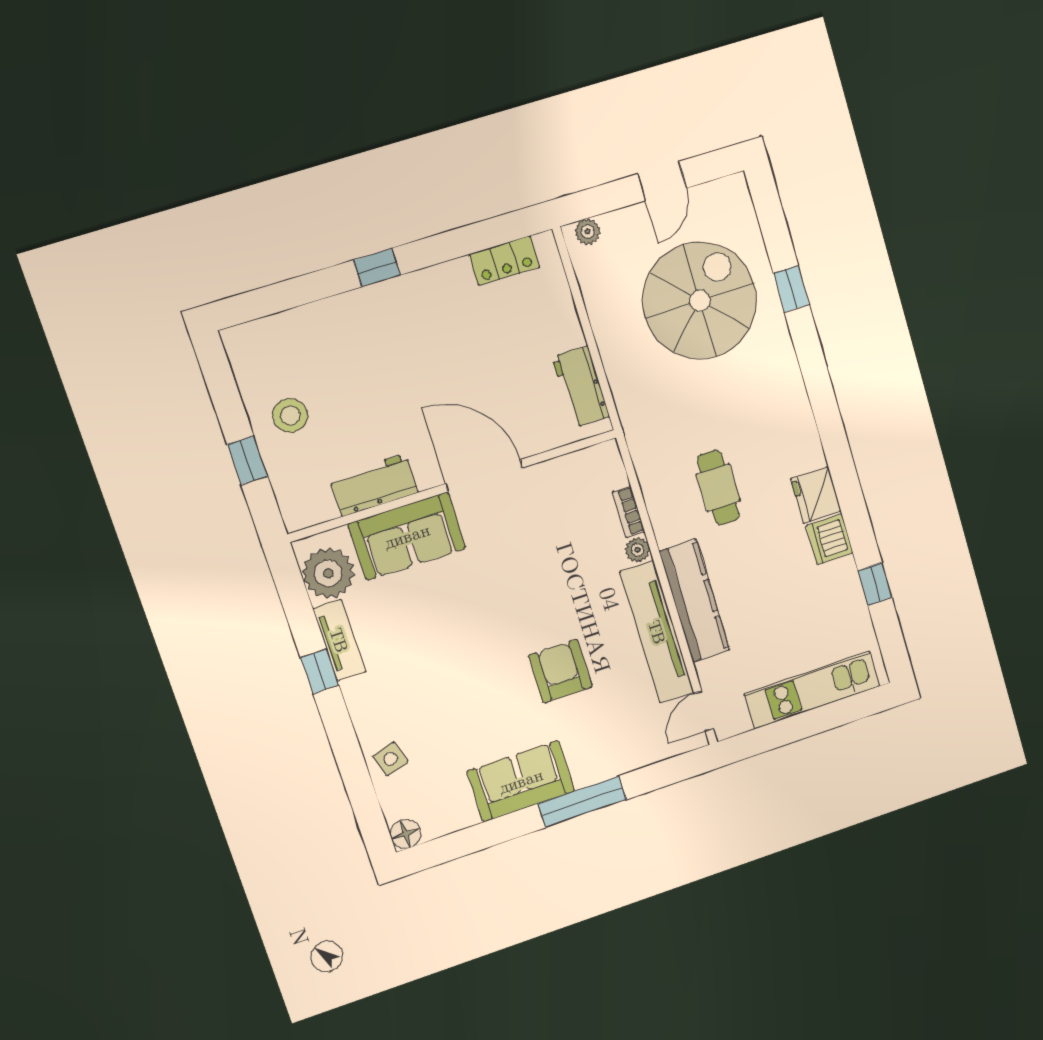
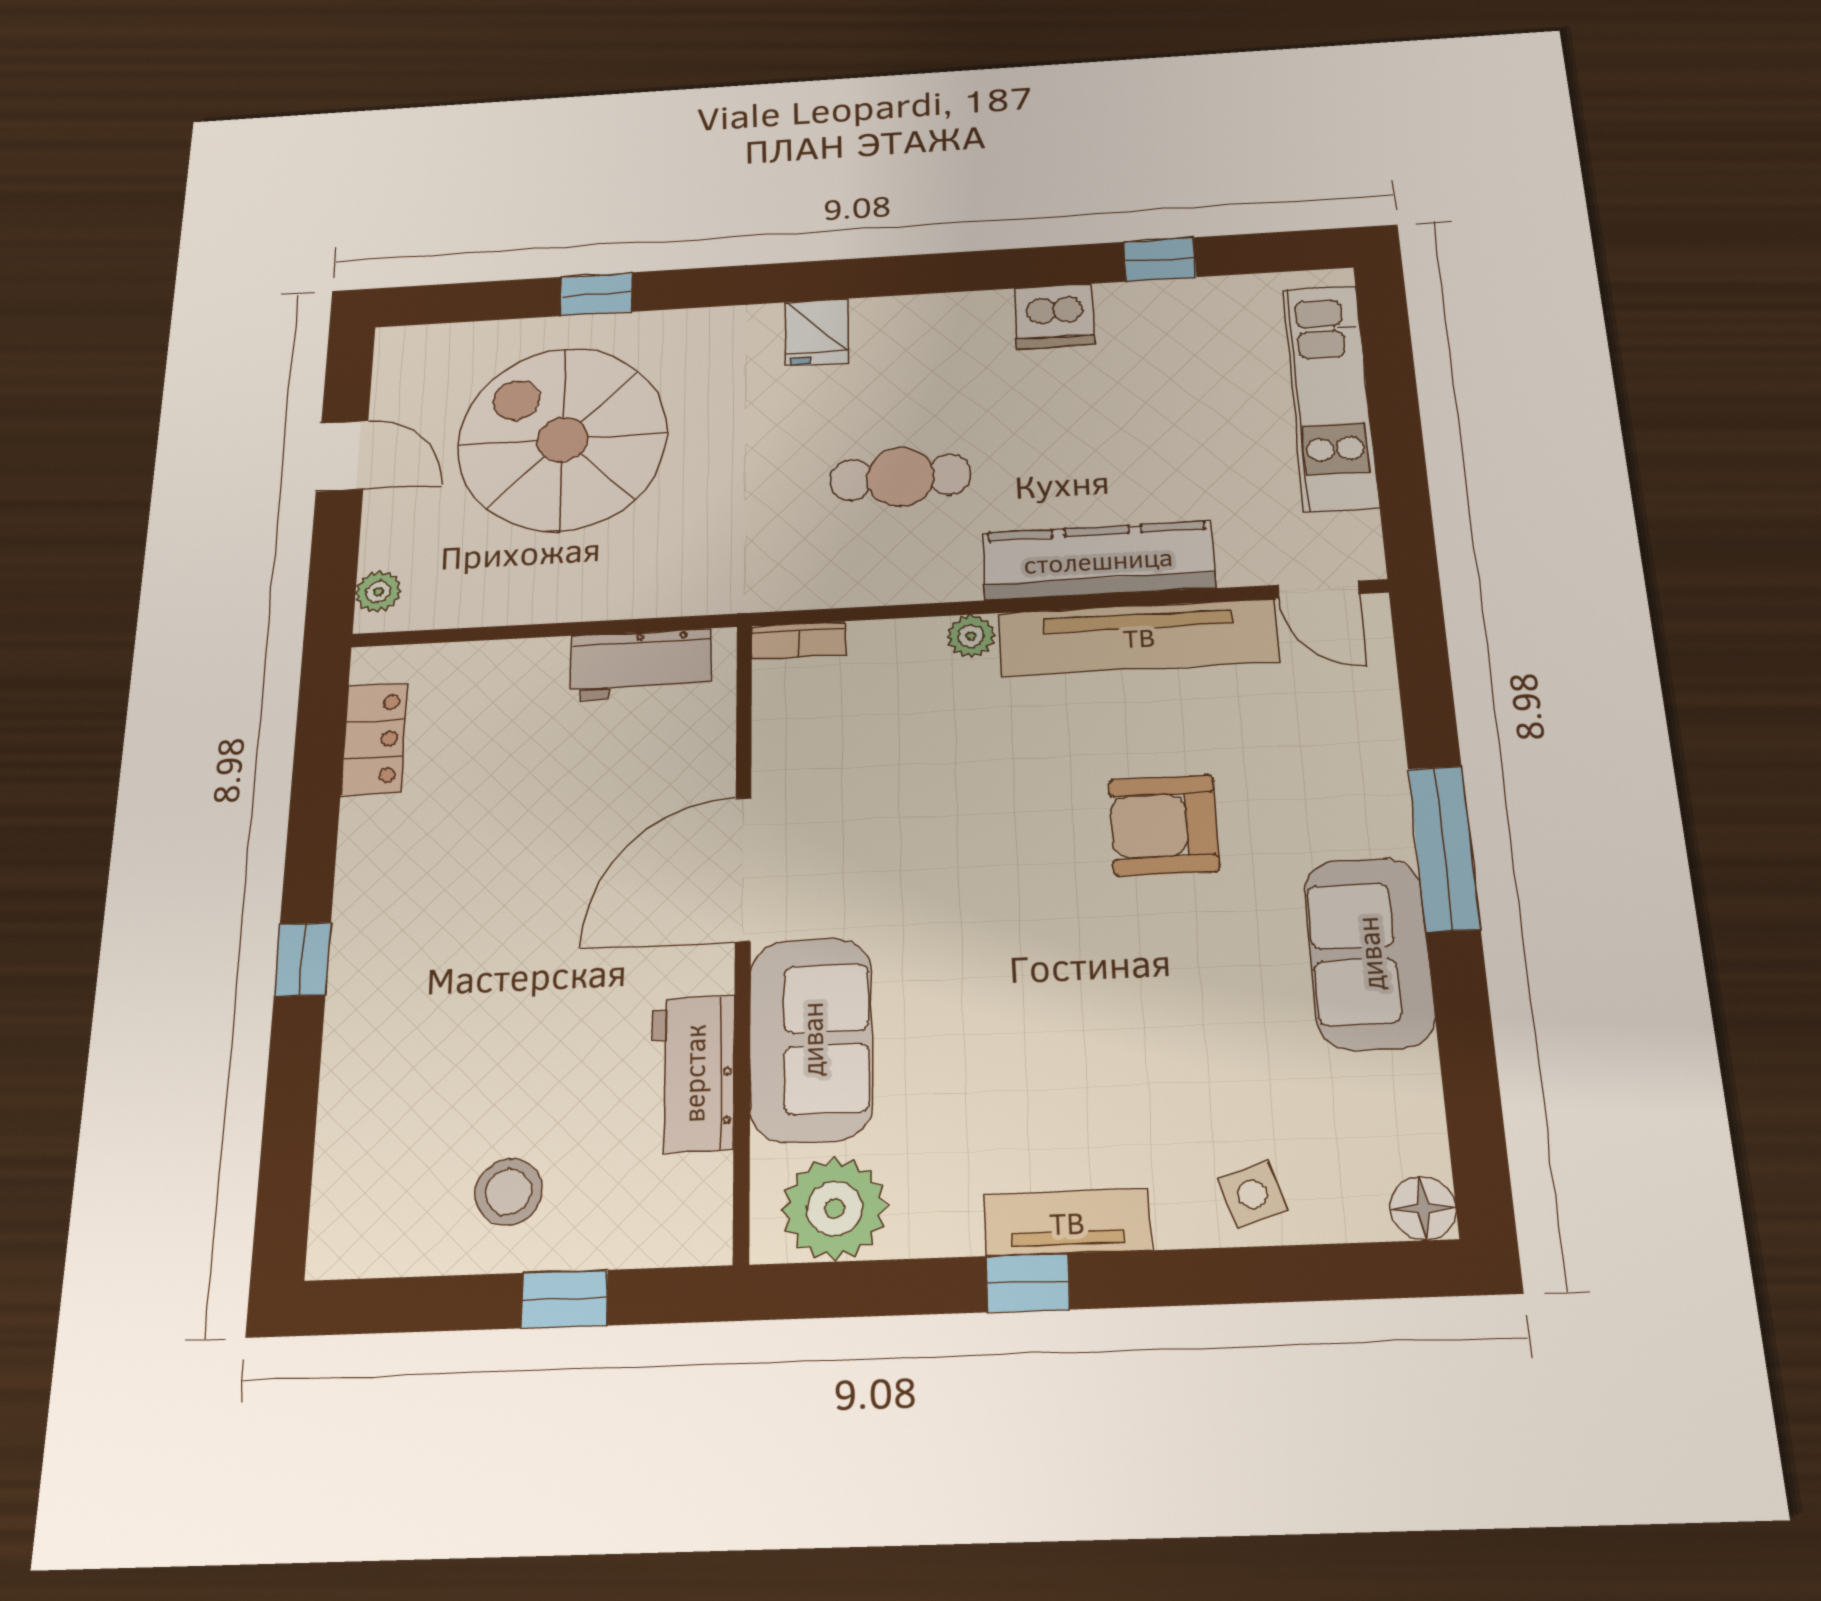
fridge: (816, 495) -> (817, 332), moved, width x0.72
bookcase: (629, 512) -> (799, 640), moved
tv unit: (339, 640) -> (1067, 1222), moved

